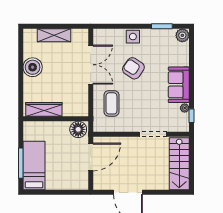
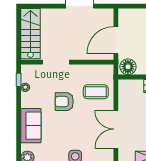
armchair: (133, 68) -> (64, 102), moved, turned 146
sofa: (179, 85) -> (31, 126), moved
coffee table: (111, 103) -> (96, 92), turned 90

